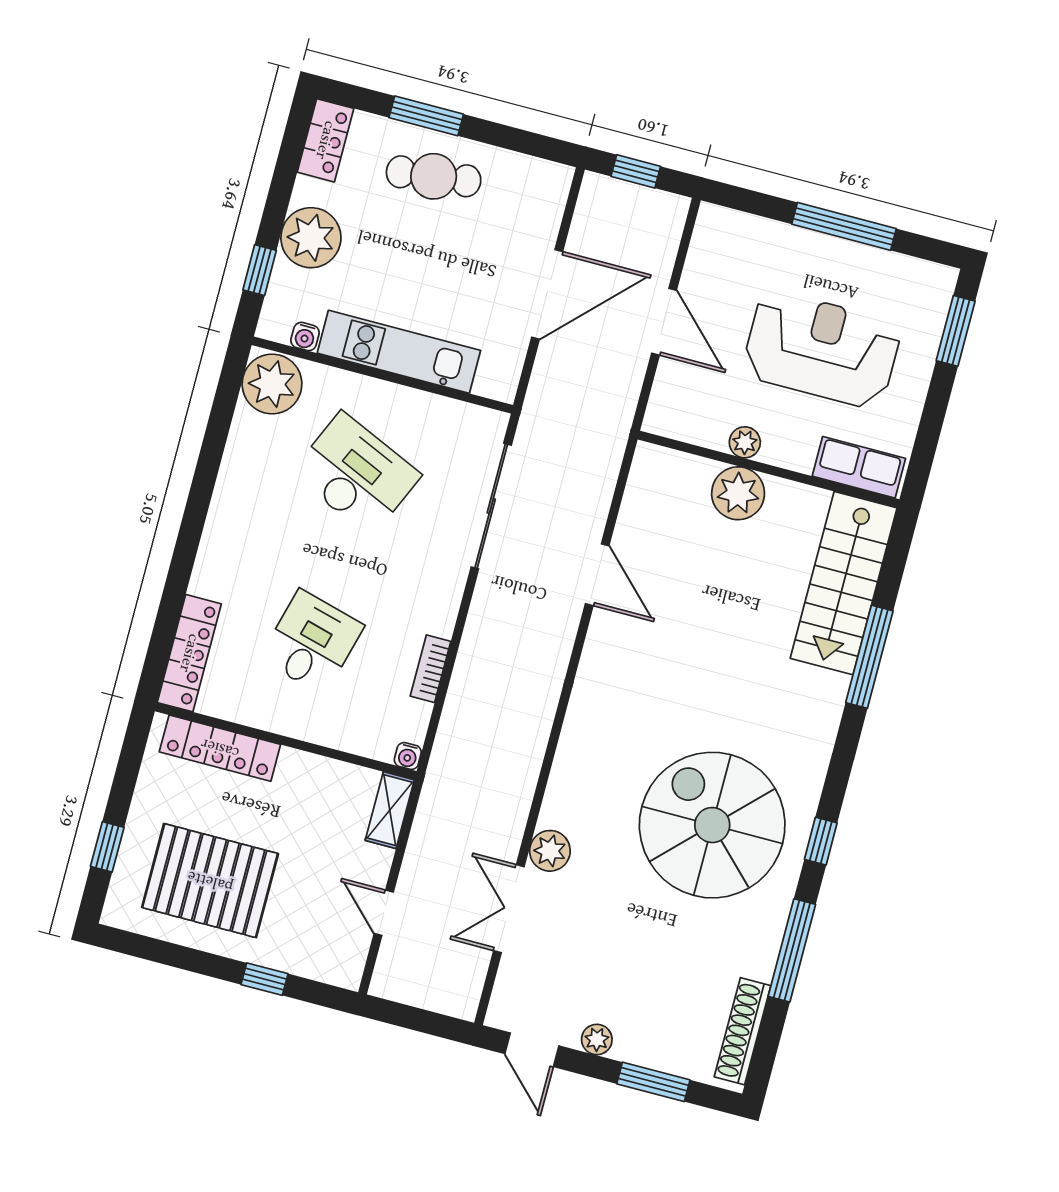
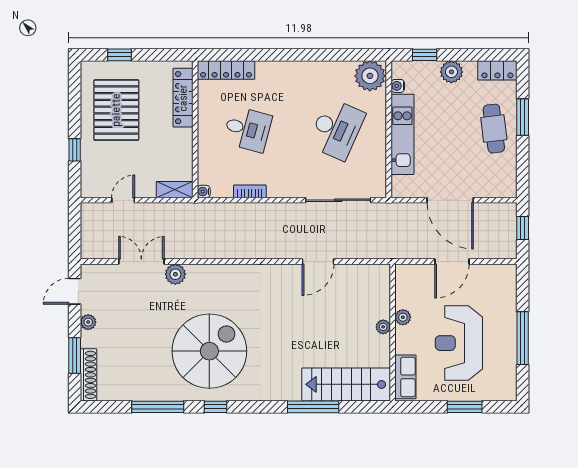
plant: (311, 238) -> (451, 72), width x0.73, depth x0.73
window: (956, 331) -> (465, 407), moved
reception desk: (822, 349) -> (459, 343), turned 180
plant: (738, 493) -> (383, 327), width x0.53, depth x0.53
shoe rack: (742, 1031) -> (89, 375), moved, turned 90

